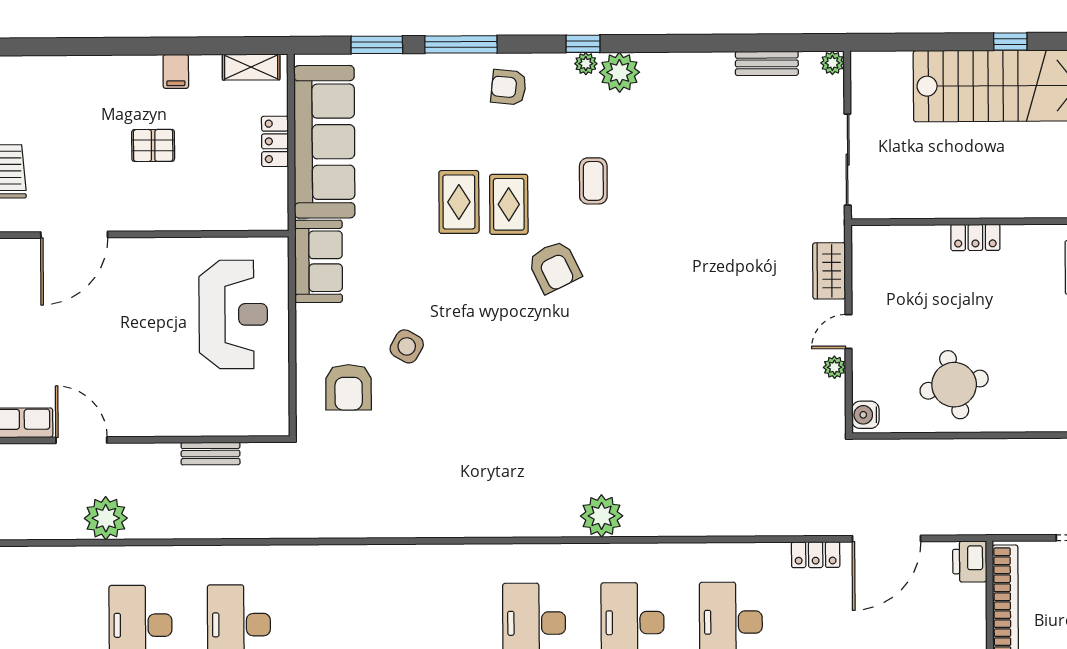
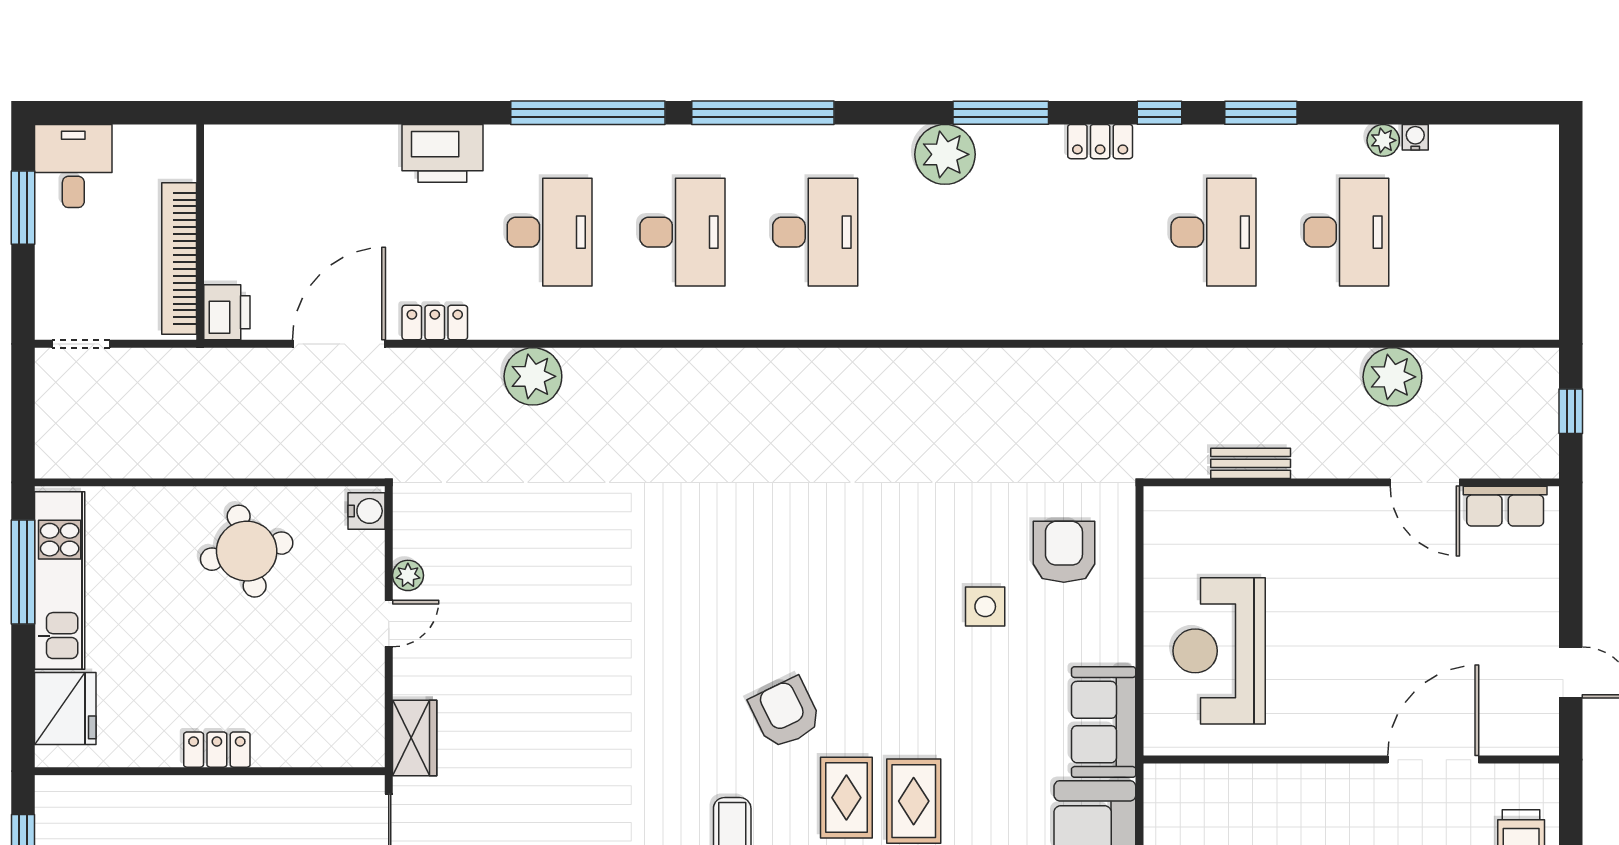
wardrobe: (829, 271) -> (415, 738), moved
side table: (407, 346) -> (985, 607), turned -30
plant: (602, 516) -> (533, 376), moved

